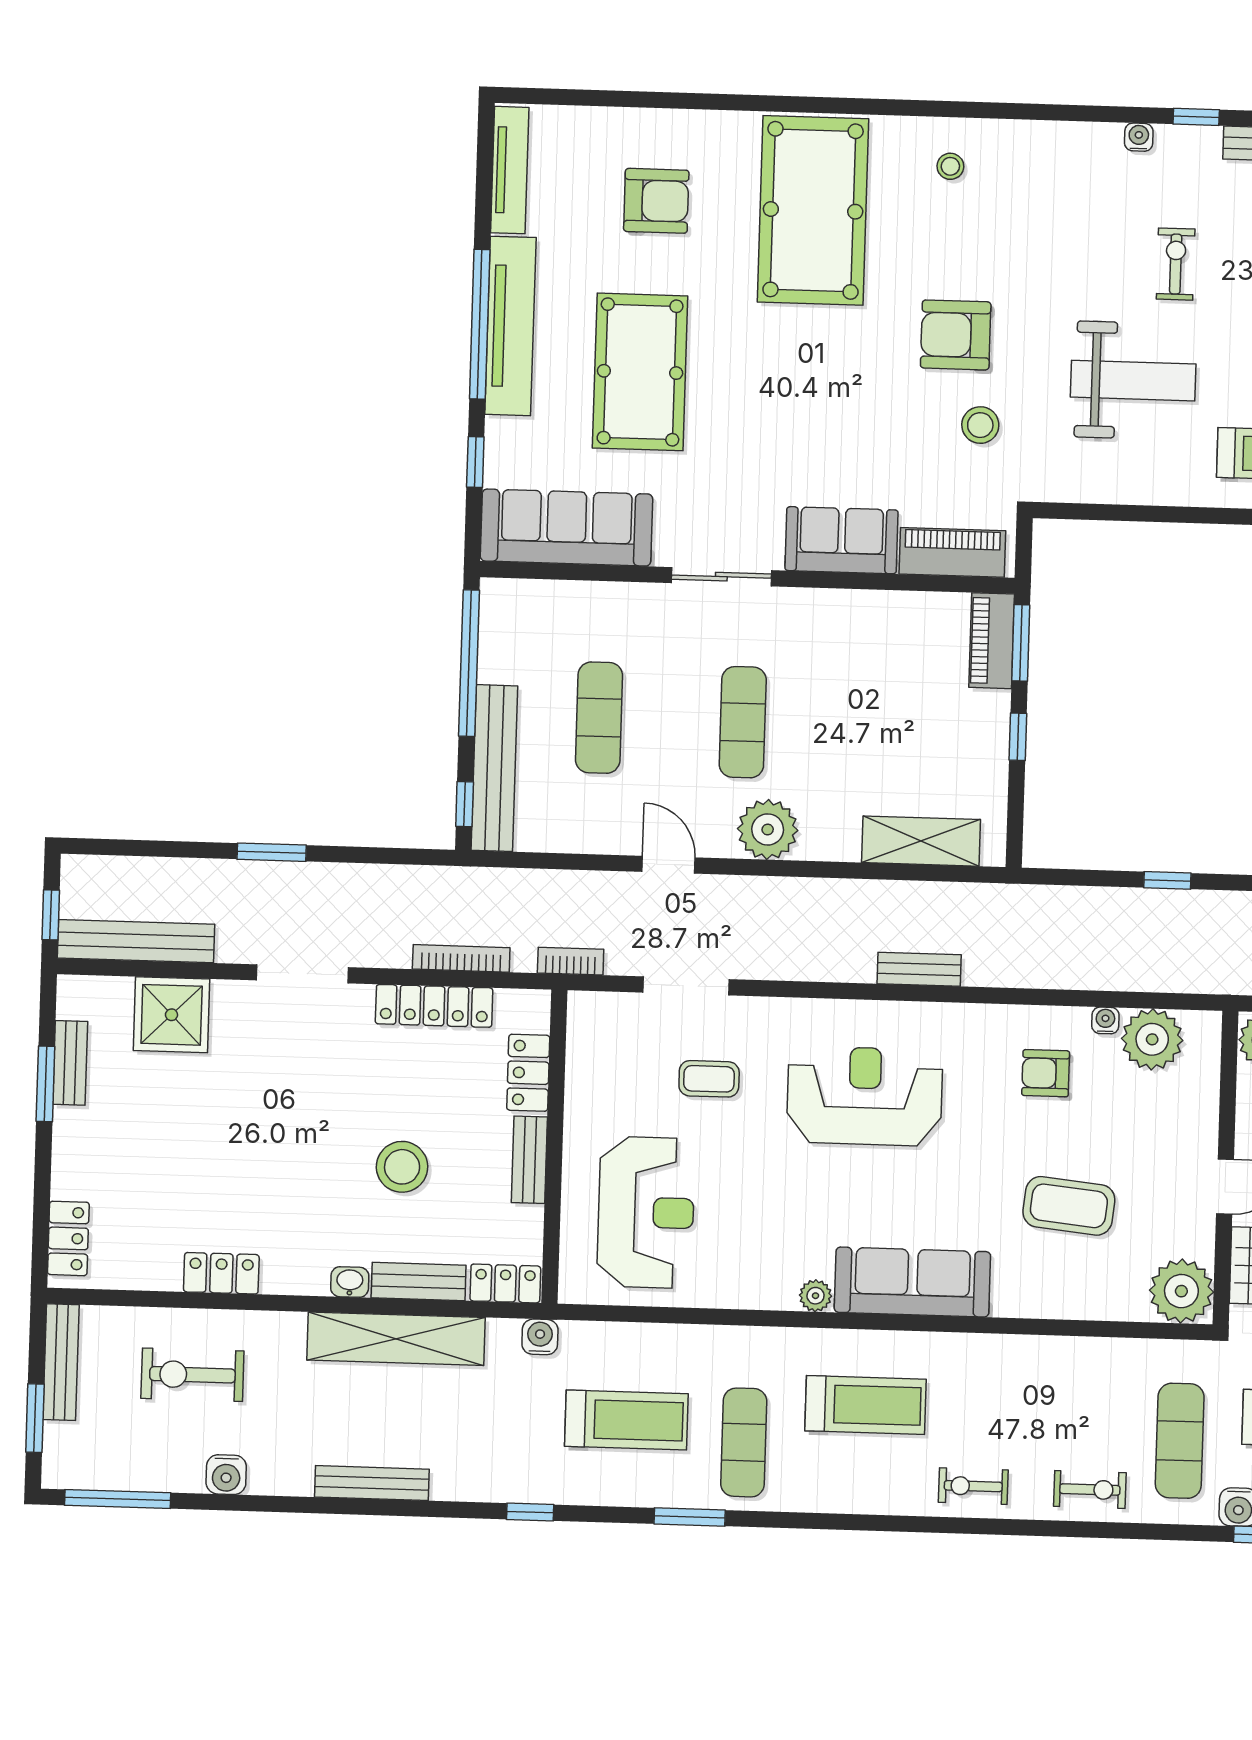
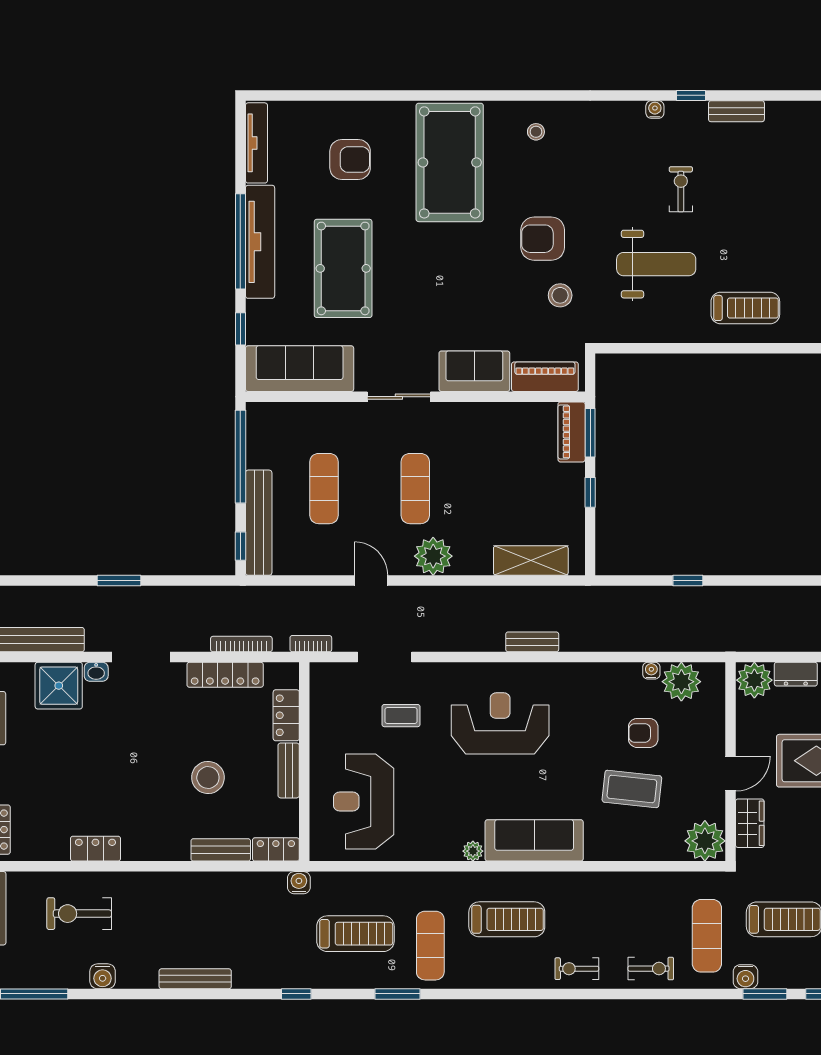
armchair: (1046, 1073) -> (643, 733), moved
reception desk: (646, 1212) -> (364, 801), turned 180
washbasin: (350, 1282) -> (96, 672), moved, turned 180
shelving: (396, 1339) -> (208, 887), removed

